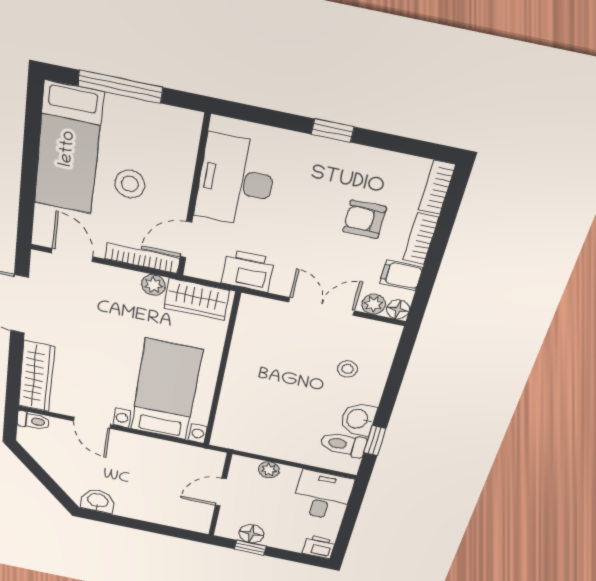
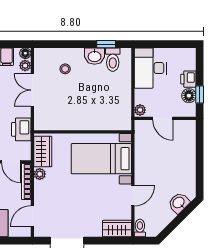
wardrobe: (36, 377) -> (117, 229), width x0.67
plant: (269, 470) -> (140, 110), moved
desk: (322, 495) -> (150, 68), width x1.37
washbasin: (98, 501) -> (179, 203), moved, turned 45
printer: (319, 547) -> (188, 79), moved

